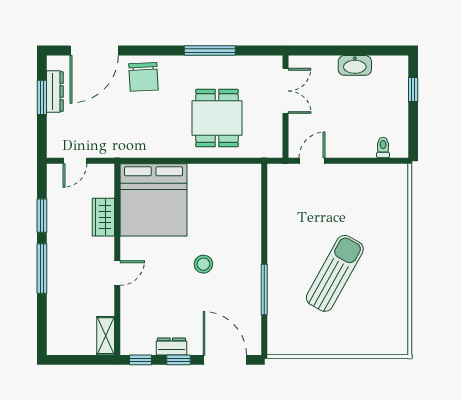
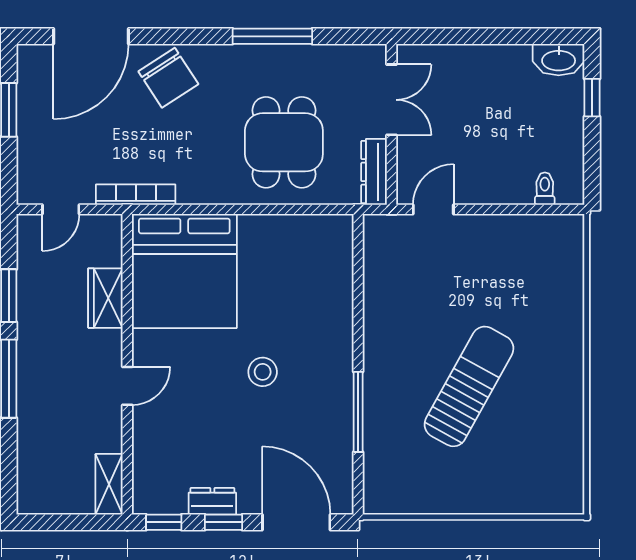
washbasin: (355, 65) -> (559, 60), moved
chair: (143, 77) -> (168, 78), turned -30
dresser: (55, 92) -> (374, 172), moved, turned 180
bookcase: (123, 151) -> (136, 195), added

